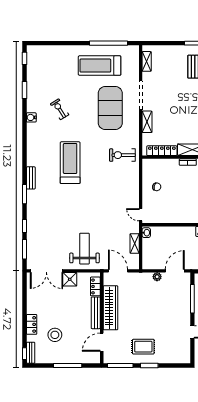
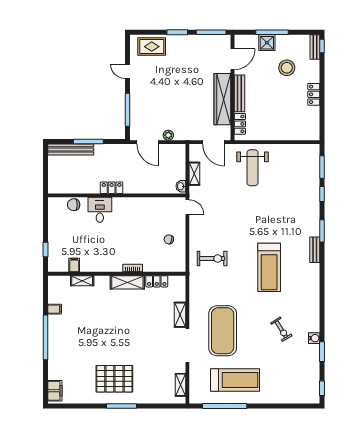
water cooler: (31, 117) -> (314, 338), moved
locker: (162, 151) -> (157, 281), width x0.66
exercise bike: (122, 155) -> (212, 259), moved
double door: (46, 271) -> (297, 142), removed
door: (175, 271) -> (148, 142), hinge flipped
shower: (70, 279) -> (267, 43), moved
locker: (32, 324) -> (314, 94), moved
rug: (143, 347) -> (152, 47), moved

